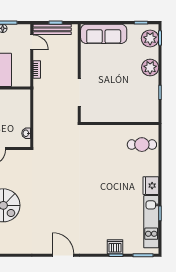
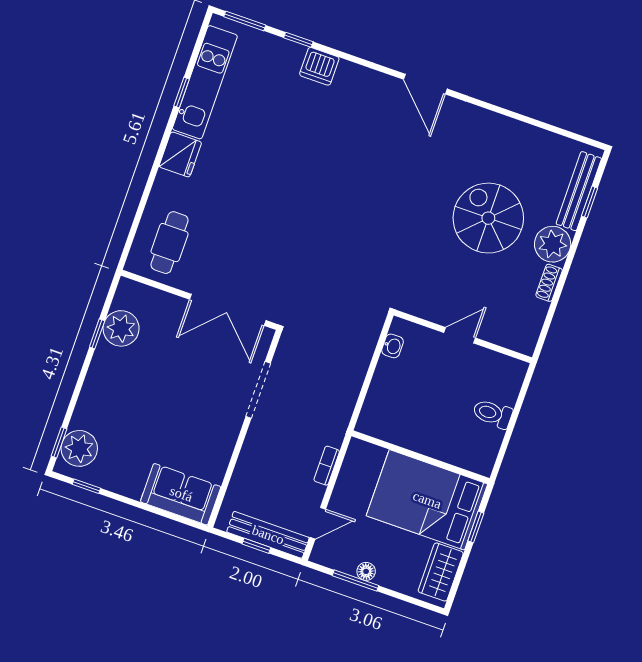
sofa: (104, 34) -> (181, 494), width x0.73
door: (32, 42) -> (318, 523), swing flipped
plant: (150, 68) -> (121, 328), moved
double door: (105, 124) -> (228, 310), added
cafe table: (142, 145) -> (170, 243), turned 90
dishwasher: (115, 247) -> (319, 66), moved
door: (63, 255) -> (425, 84), moved

